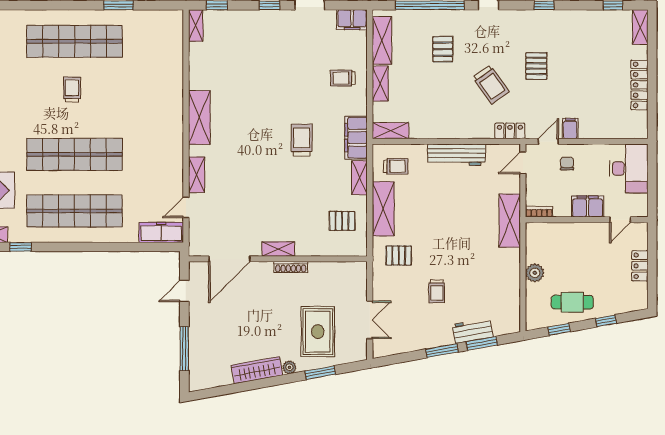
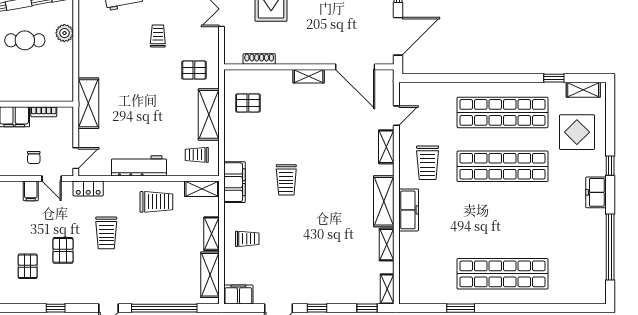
pallet: (443, 49) -> (28, 266), moved
trolley: (491, 84) -> (106, 233), turned -145
trolley: (72, 90) -> (428, 163), moved, width x1.36, depth x1.39
trolley: (438, 117) -> (156, 202), added
door: (548, 141) -> (52, 179), hinge flipped
shelving: (359, 178) -> (387, 245), moved
bookcase: (539, 212) -> (44, 112), moved
freezer: (161, 232) -> (409, 210), moved, turned -90
door: (229, 259) -> (355, 67), swing flipped
shoe rack: (291, 267) -> (259, 59), moved
plant: (535, 273) -> (64, 33), moved
door: (184, 291) -> (398, 36), width x1.87
cafe table: (572, 302) -> (25, 40), moved

